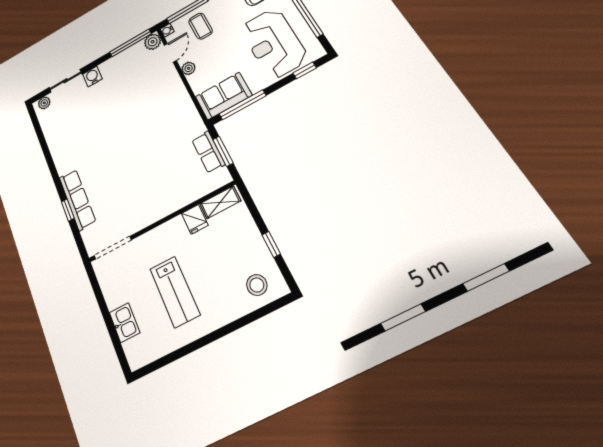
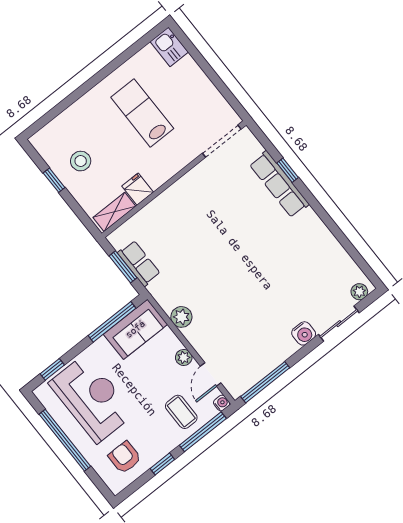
plant: (153, 42) -> (181, 317), moved
stool: (257, 285) -> (81, 161), moved
kitchen sink: (124, 323) -> (169, 47), moved

